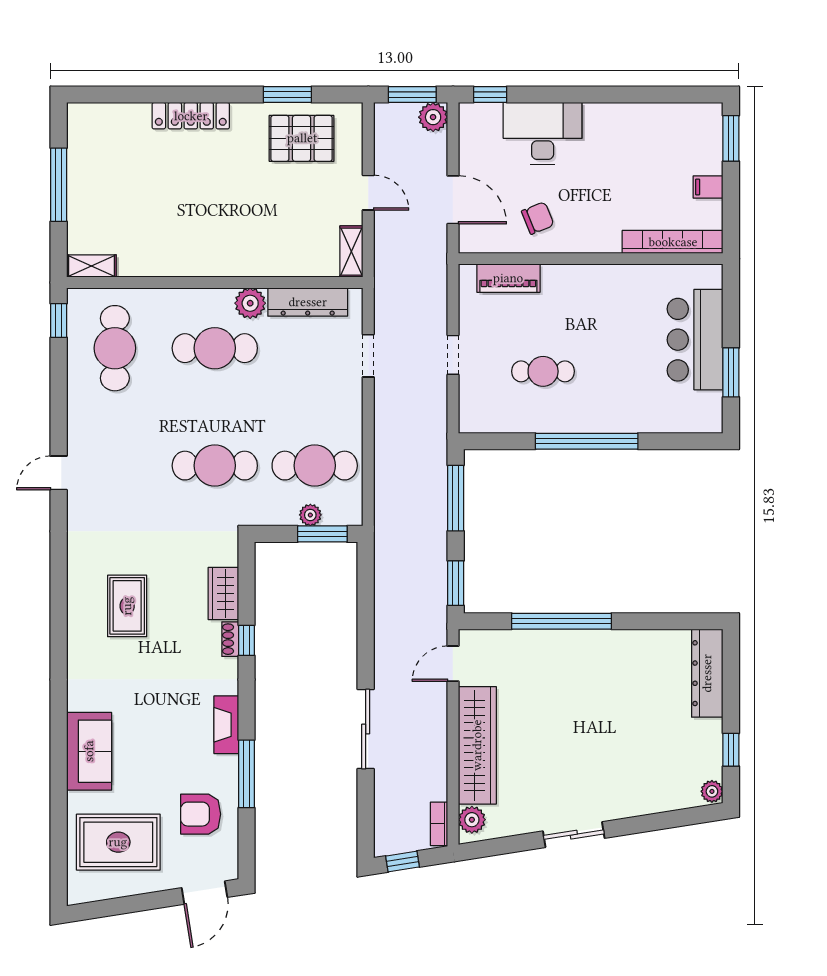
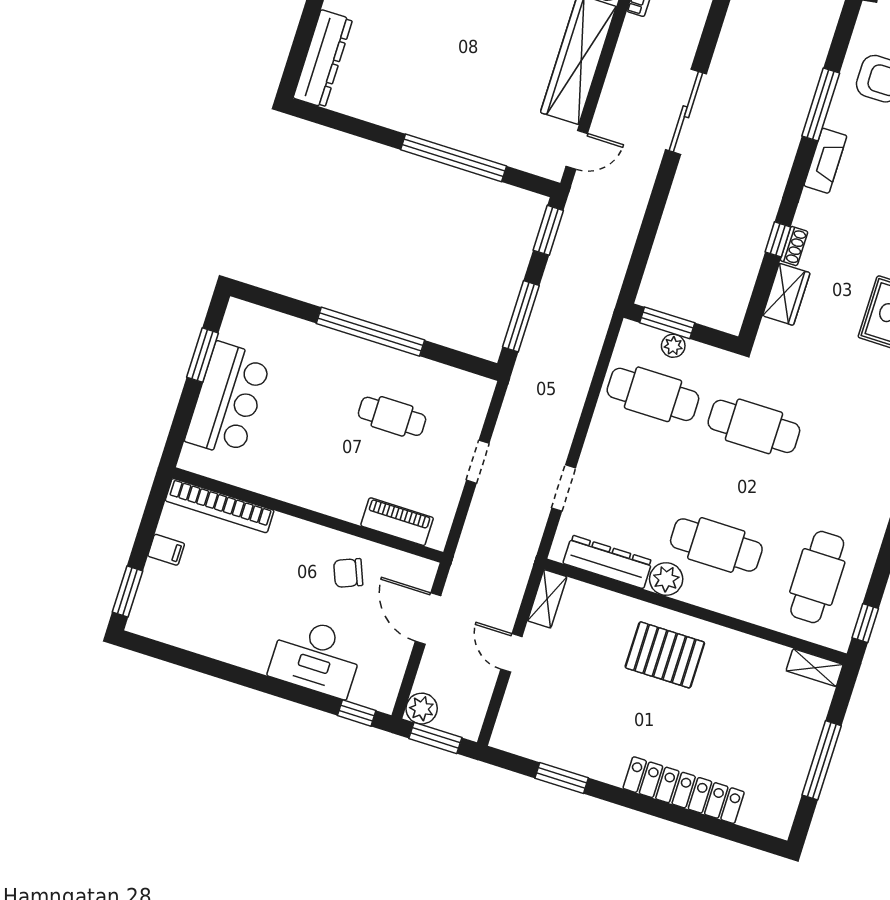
locker: (191, 116) -> (684, 790), width x1.41, depth x1.21
pallet: (302, 138) -> (665, 655), moved

